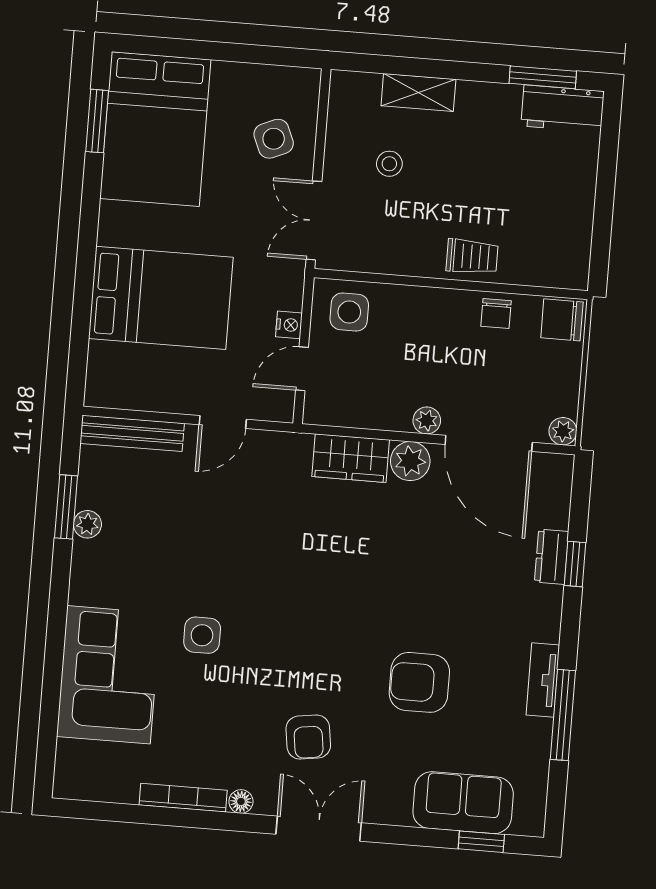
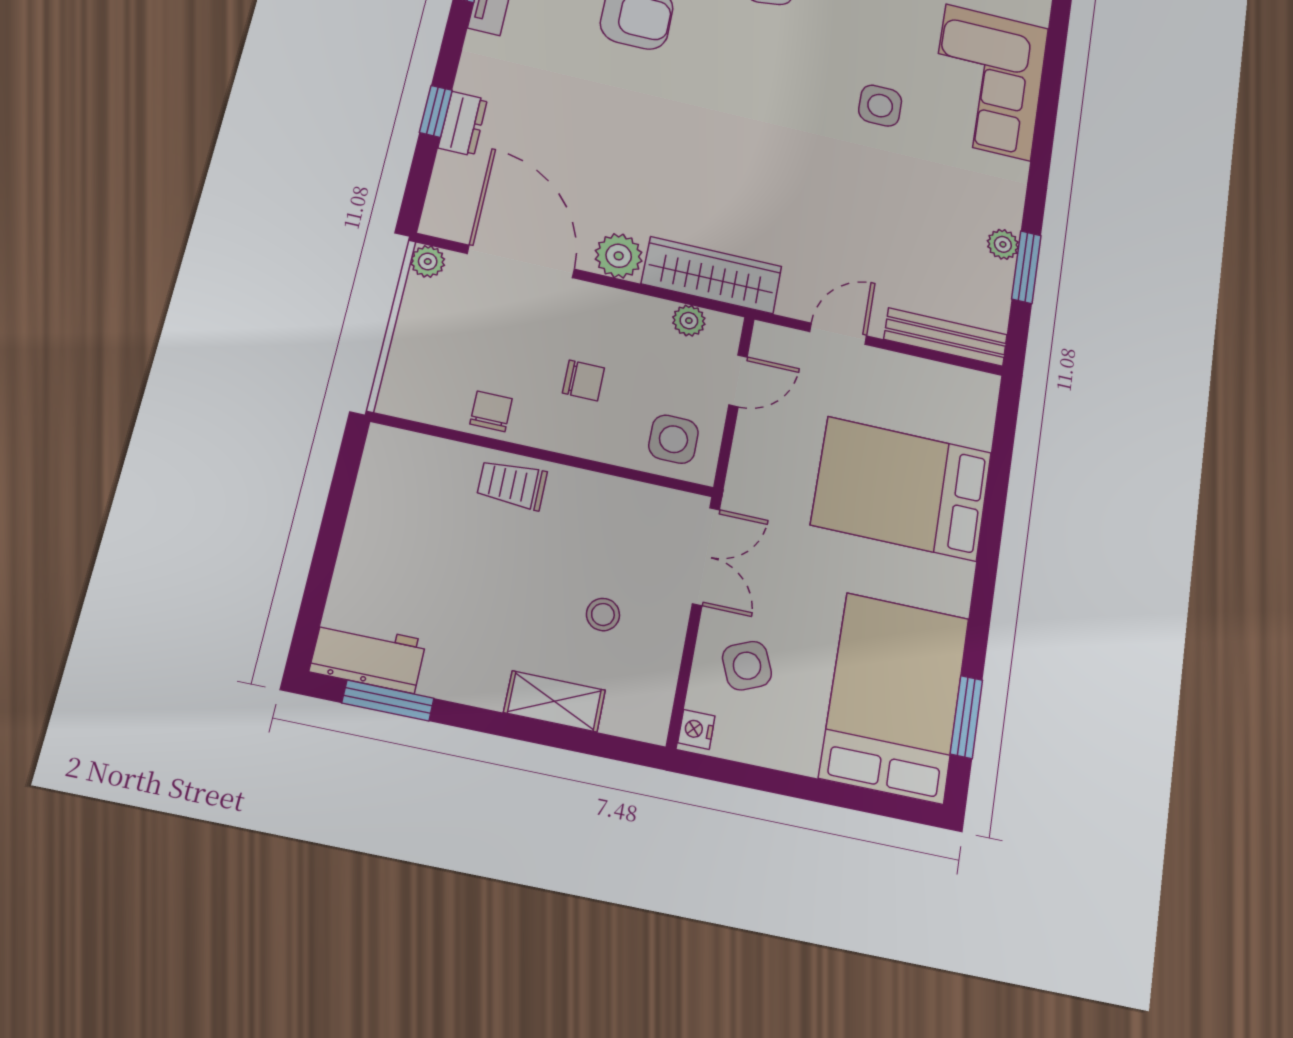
chair: (562, 320) -> (583, 380), moved, width x0.73, depth x0.73
nightstand: (289, 325) -> (696, 729), moved
plant: (427, 420) -> (689, 321), moved
wardrobe: (351, 458) -> (712, 275), width x1.50

